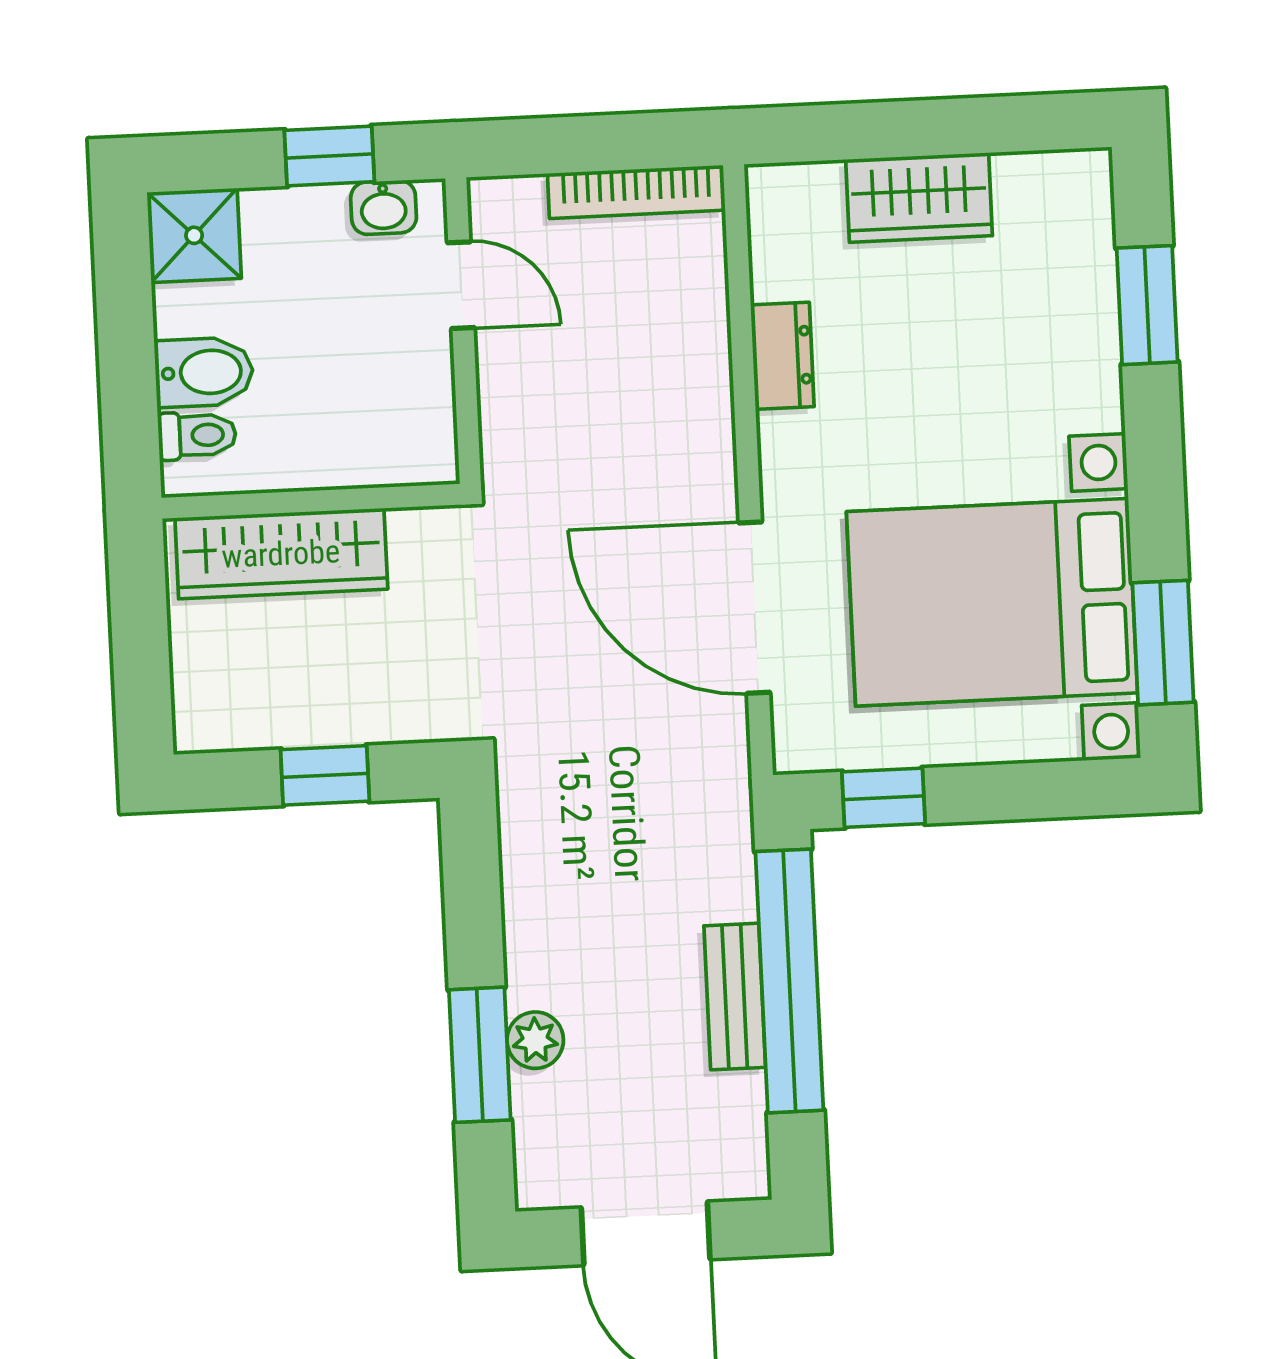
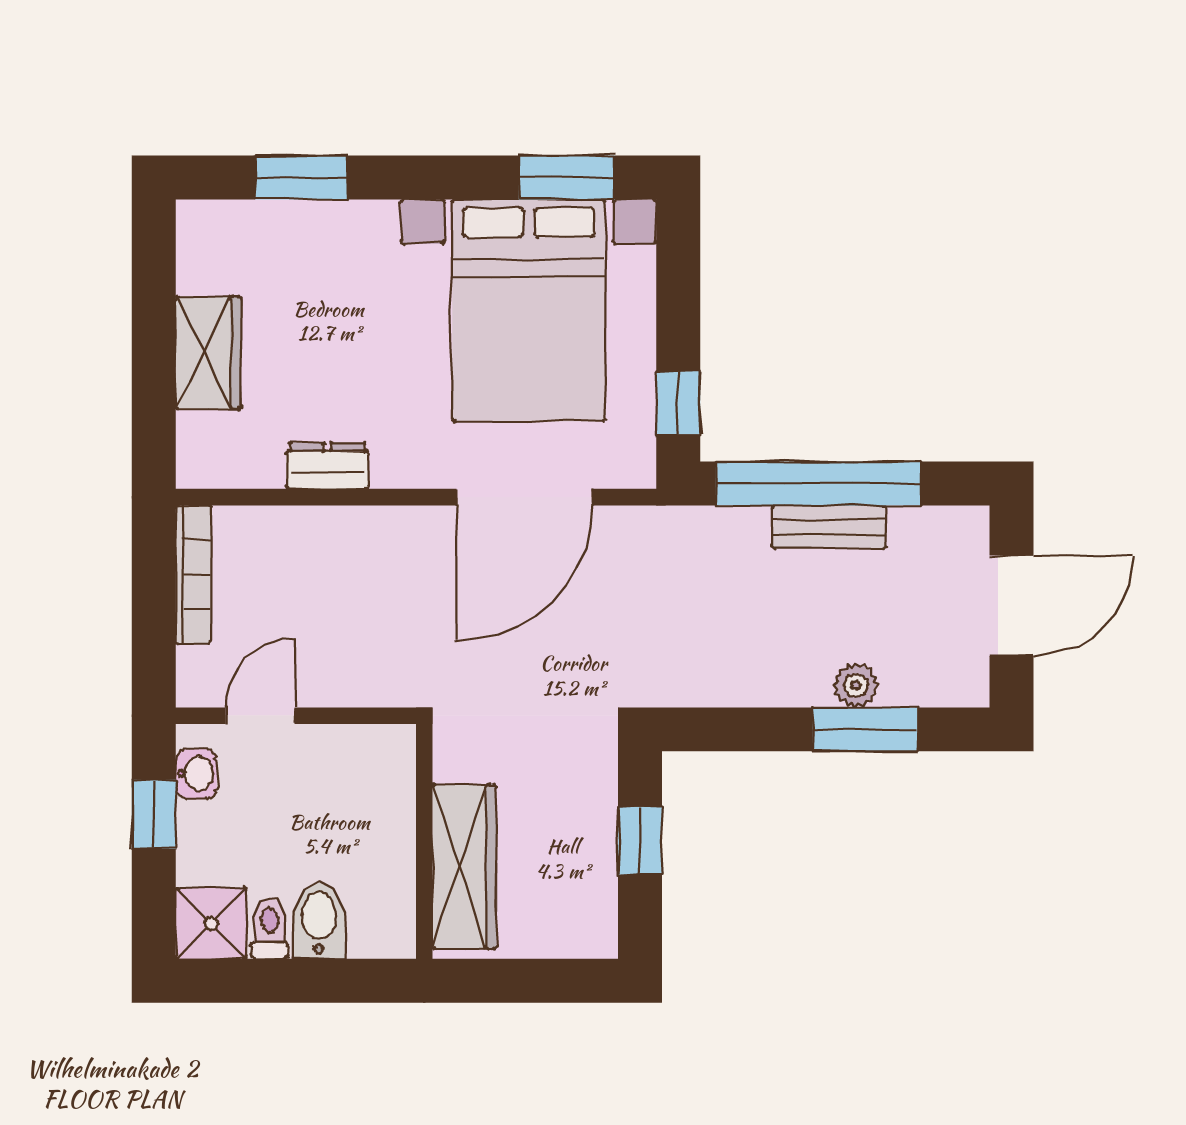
toilet: (197, 435) -> (269, 929), moved

